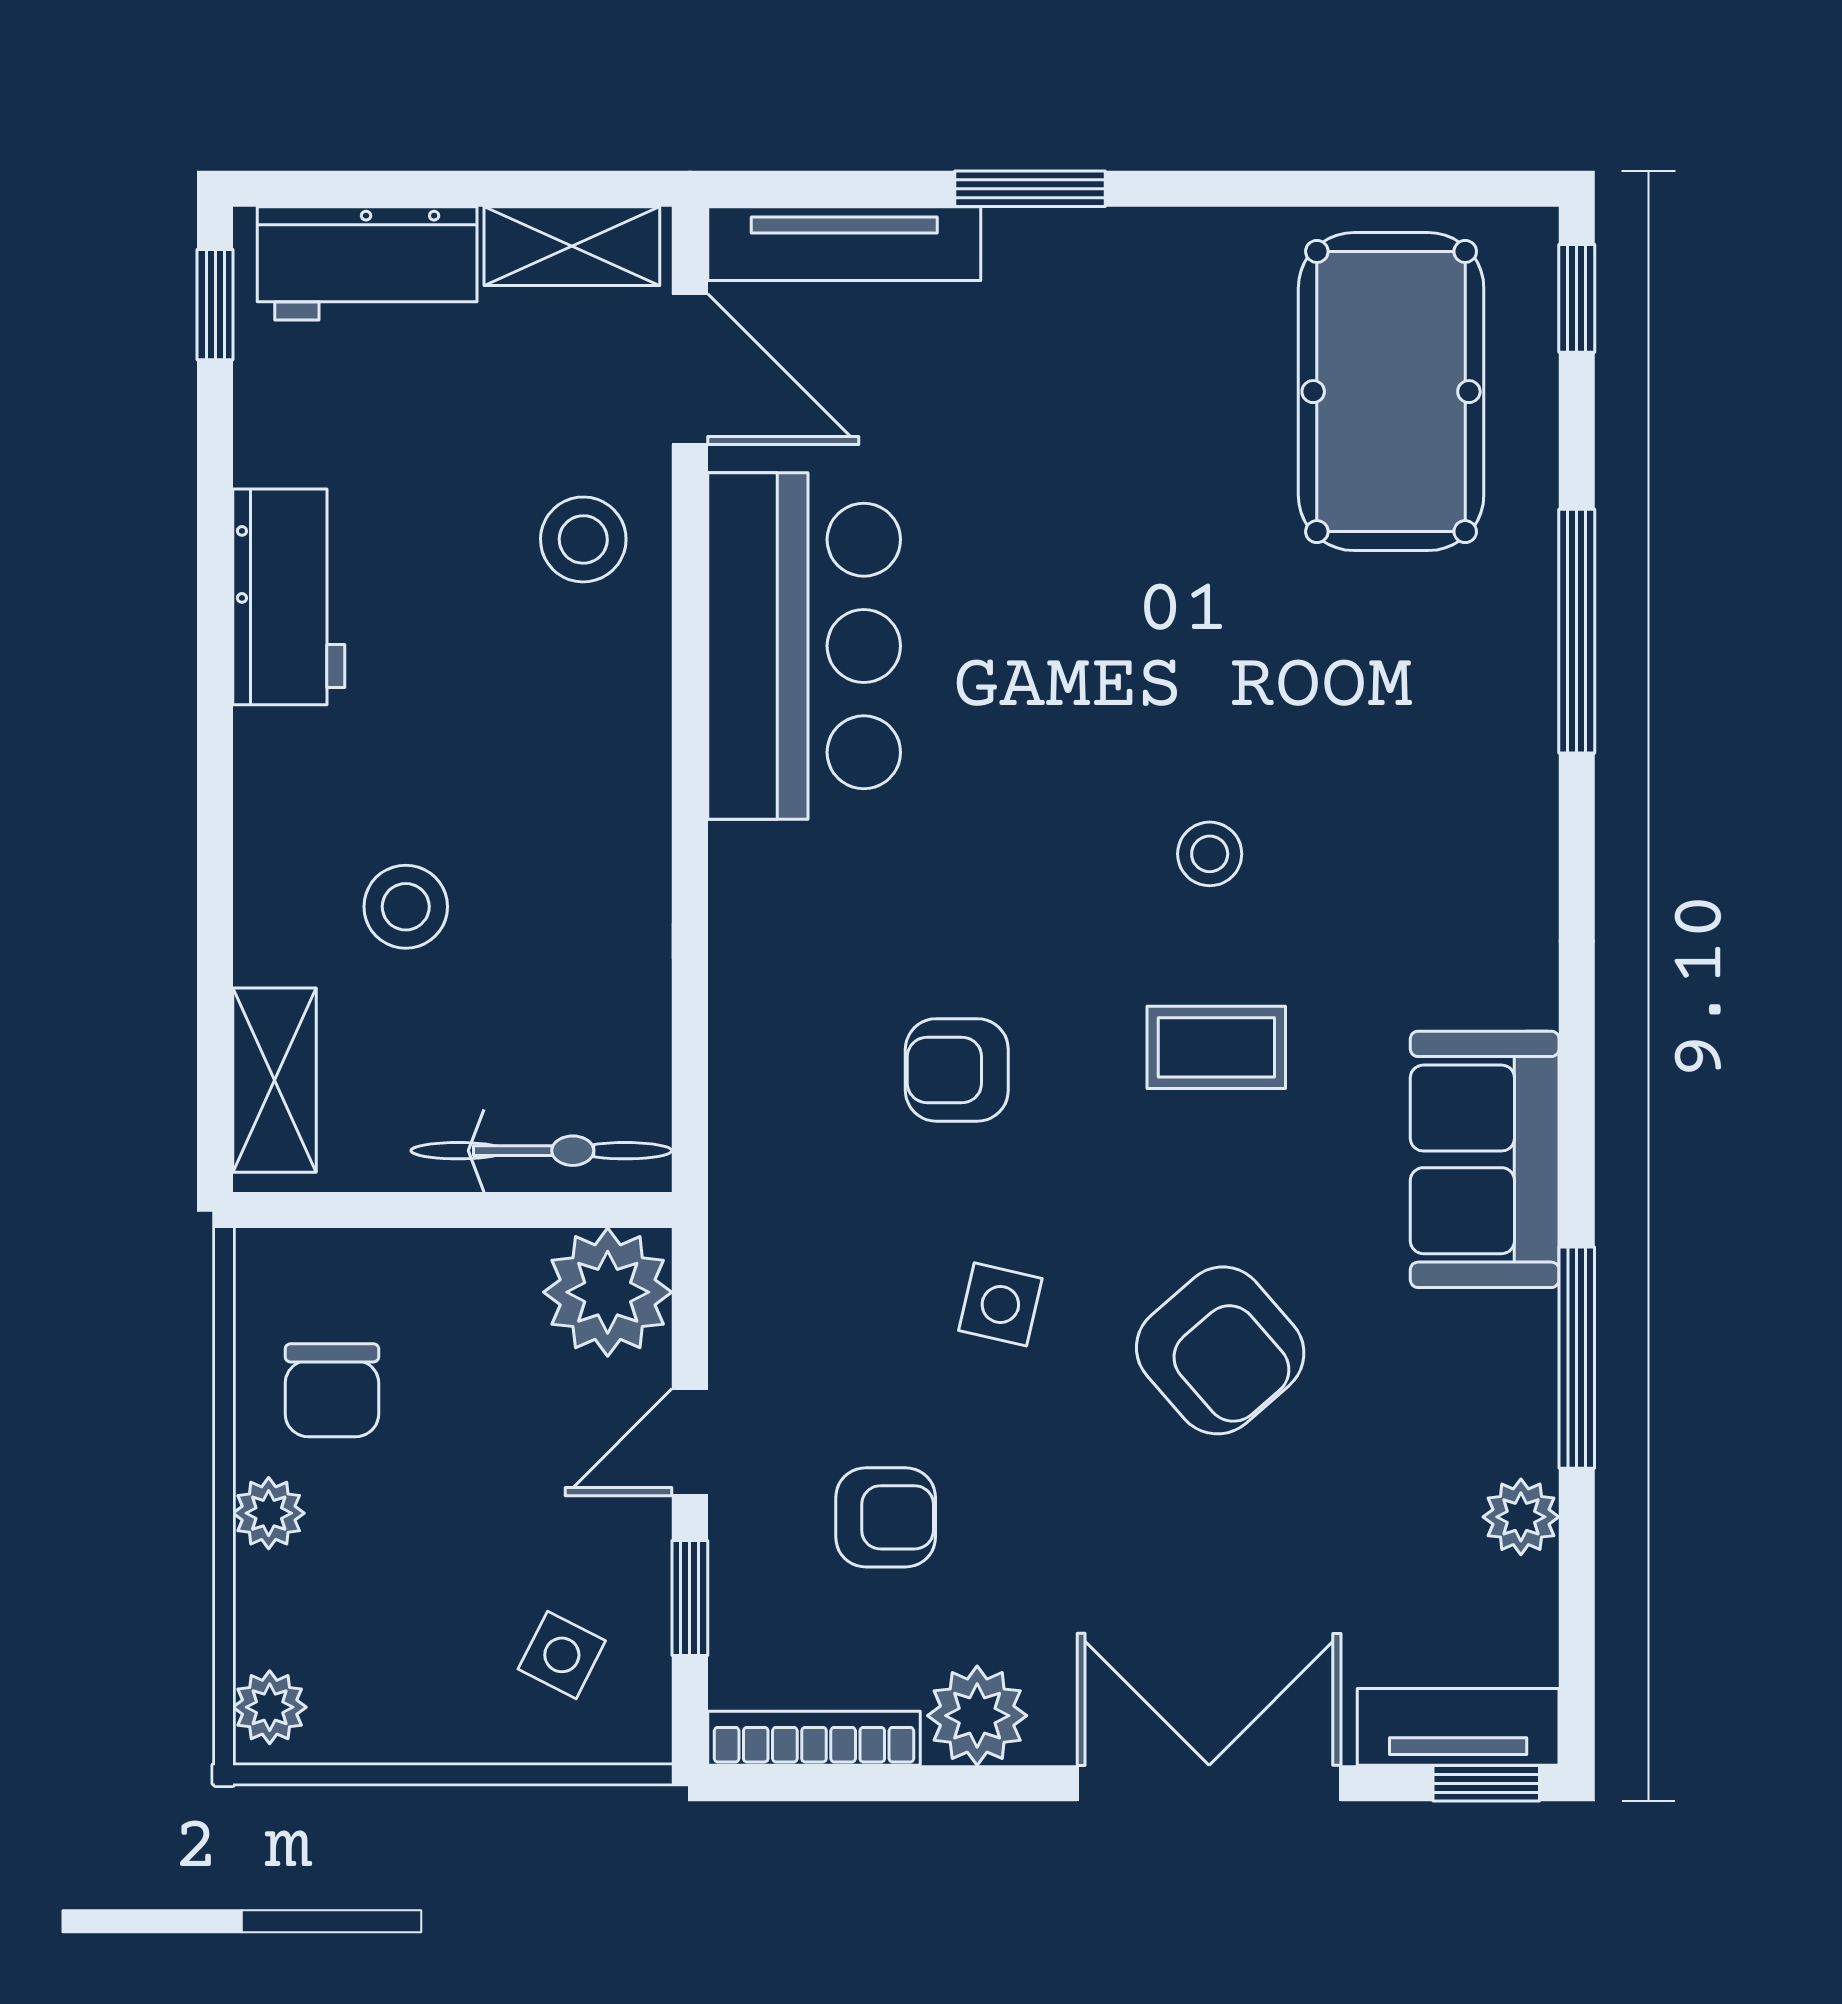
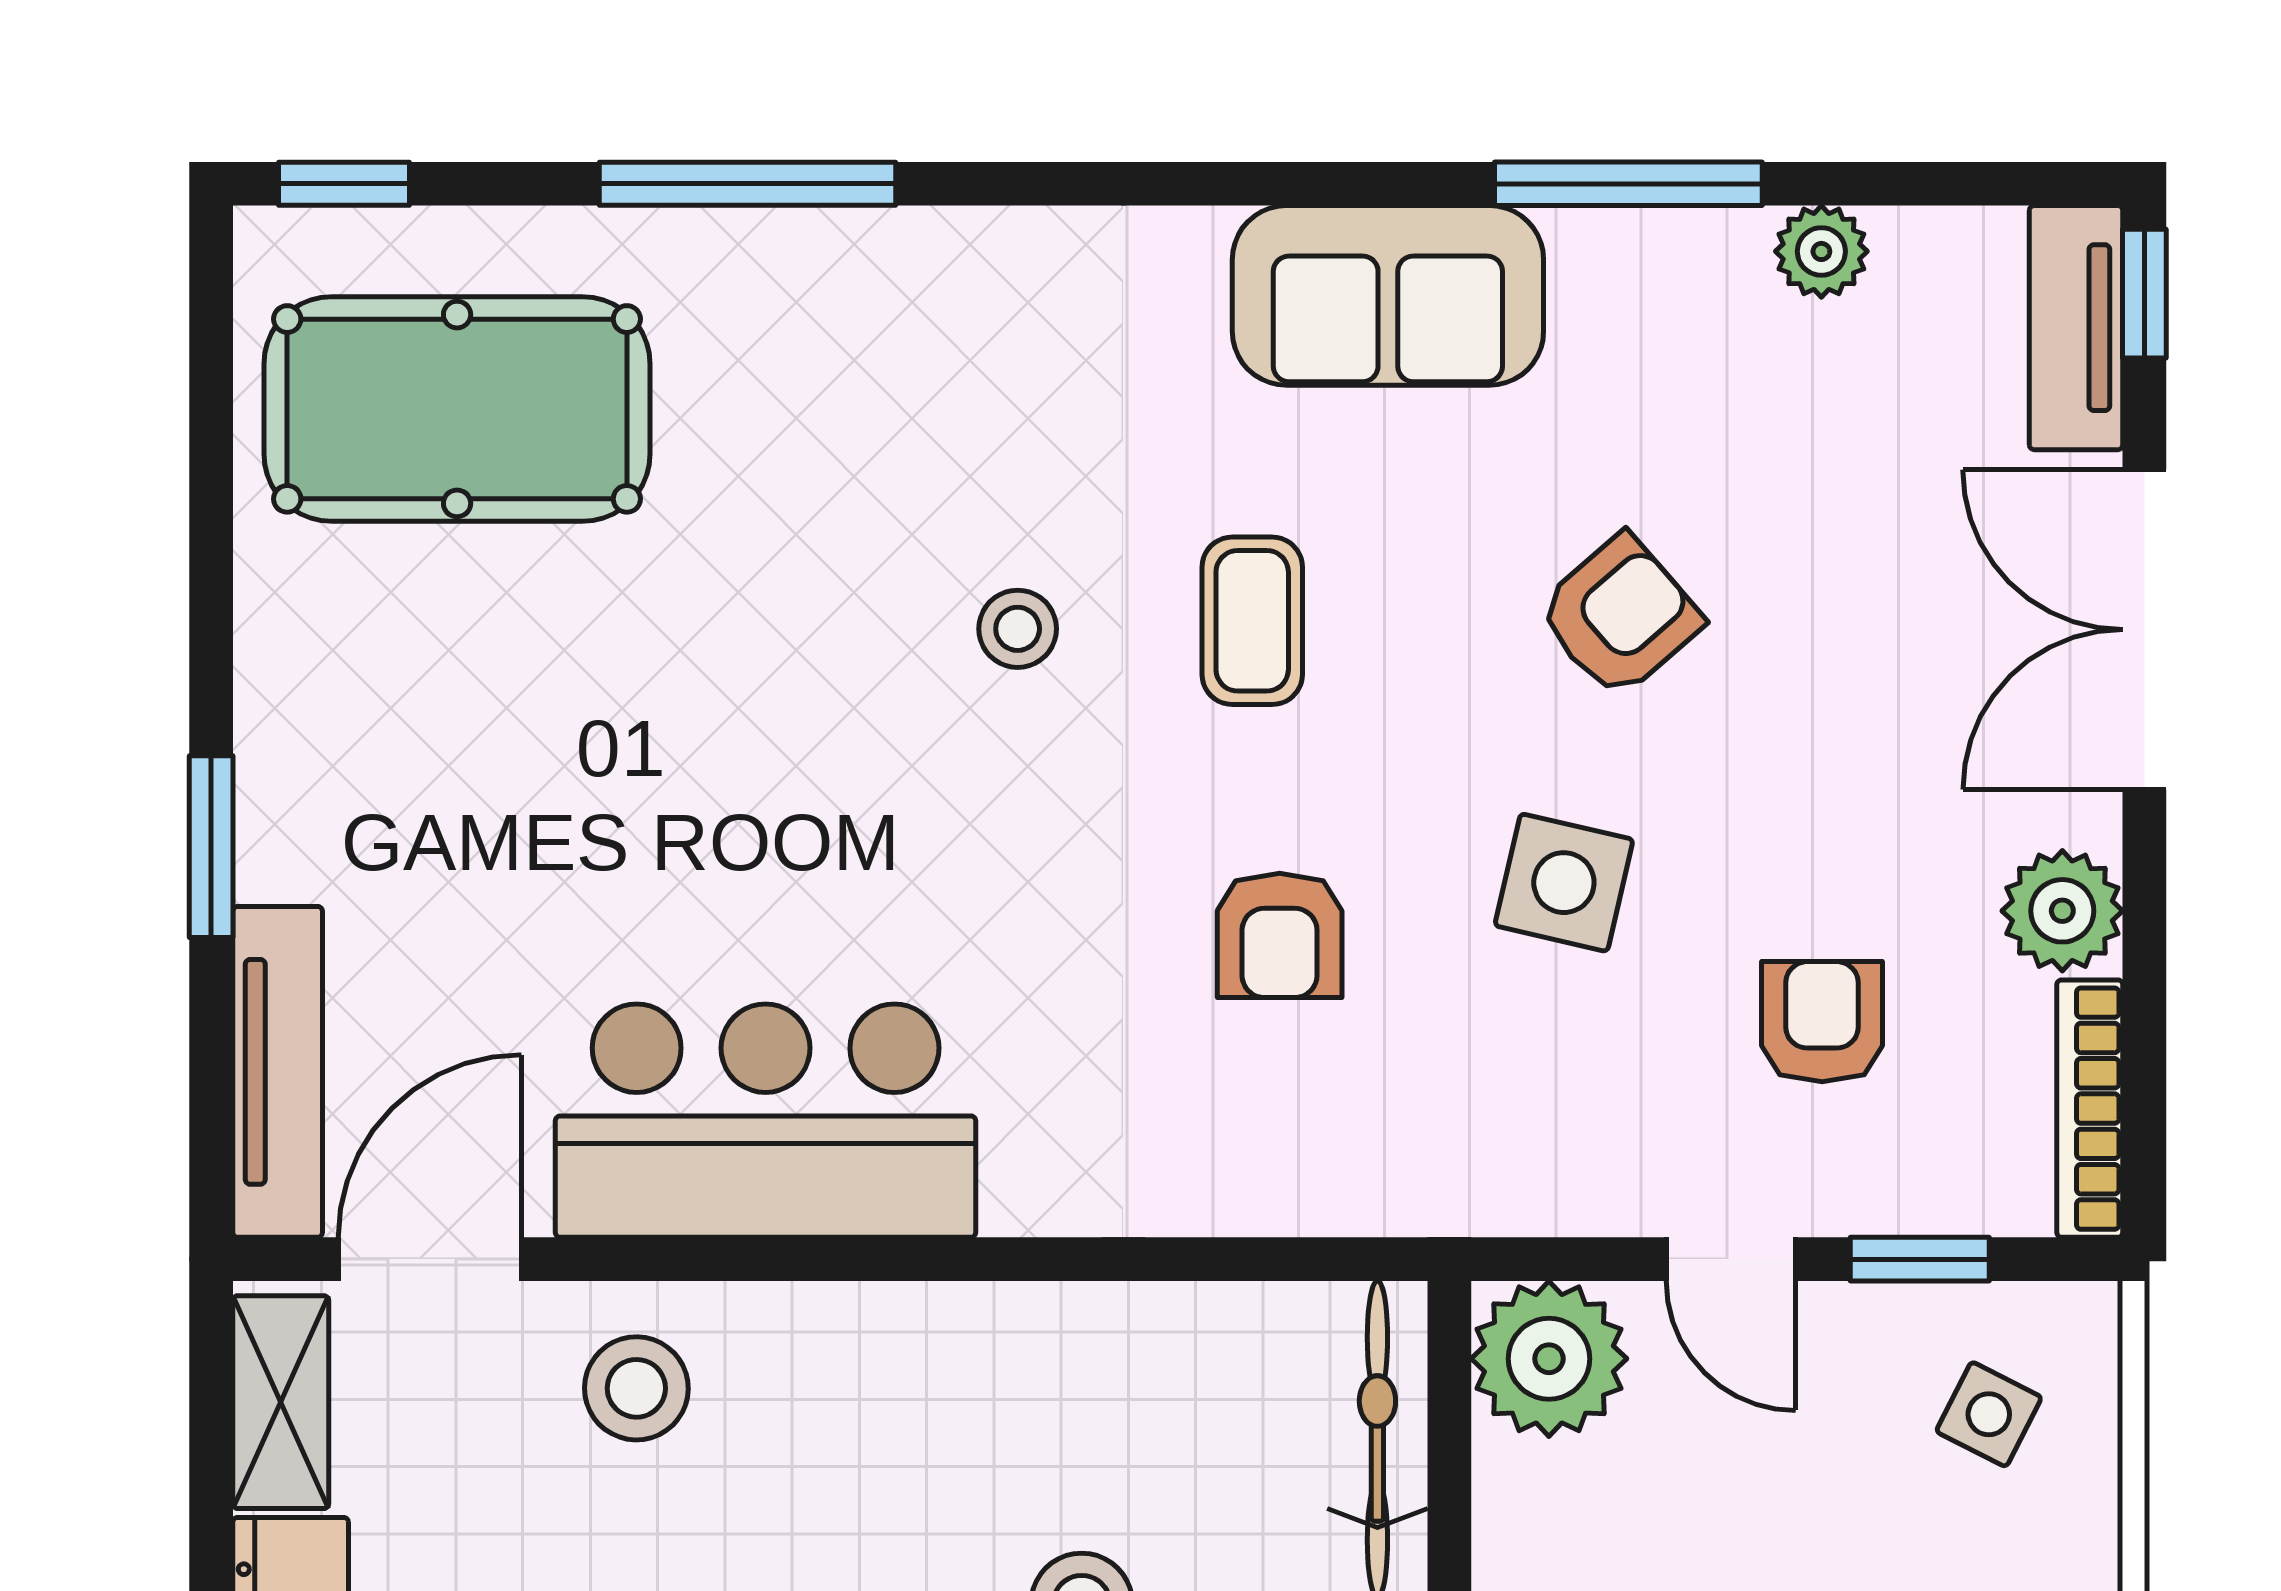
side table: (1000, 1304) -> (1564, 883), width x1.37, depth x1.37
armchair: (1220, 1350) -> (1620, 616), width x0.72, depth x0.72

